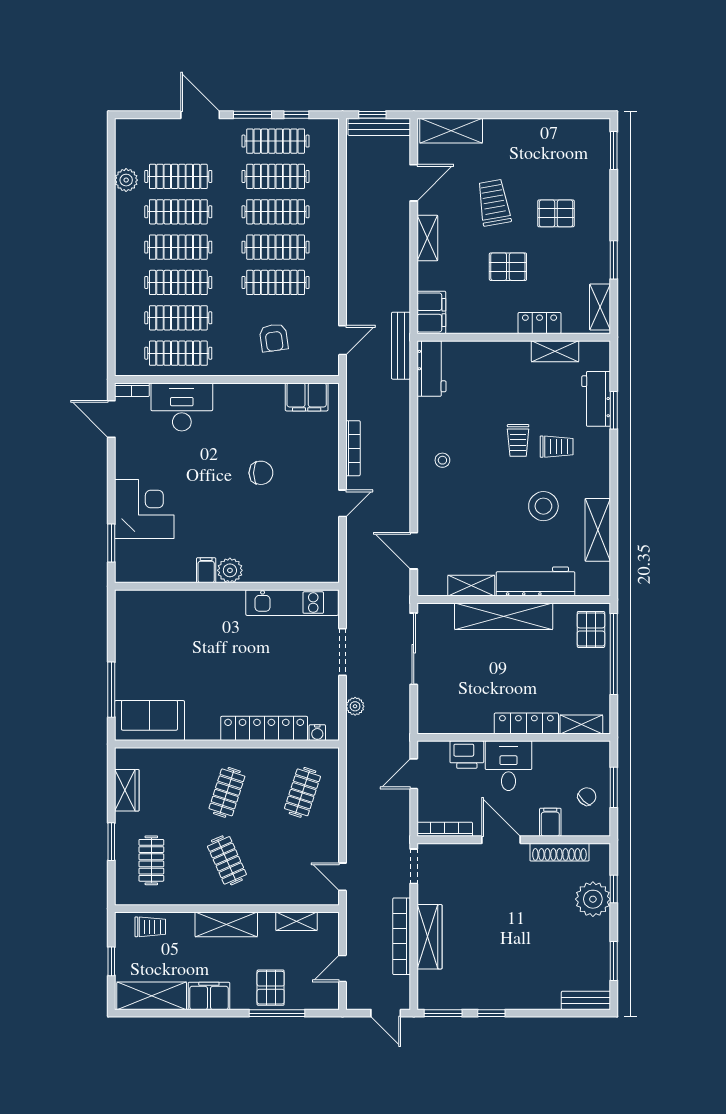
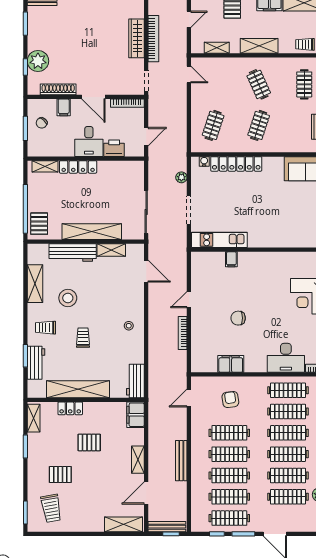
trolley: (494, 203) -> (51, 508), moved
bench: (401, 346) -> (181, 461), moved
shelving: (555, 351) -> (78, 389), width x2.20, depth x1.33
filing cabinet: (307, 397) -> (231, 364), moved
trolley: (557, 447) -> (45, 328), moved
filing cabinet: (206, 570) -> (231, 259), moved
plant: (230, 570) -> (257, 259), removed

